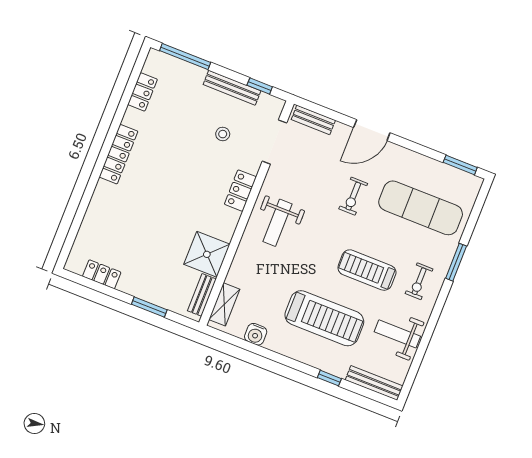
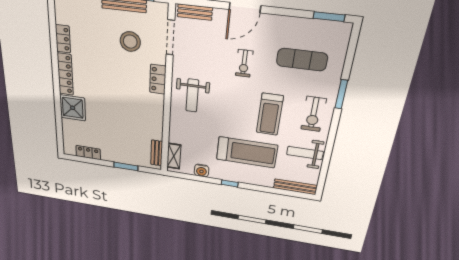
locker: (143, 92) -> (63, 39), moved
stool: (223, 134) -> (130, 42), width x1.89, depth x1.89
exercise mat: (421, 208) -> (302, 60), width x0.73, depth x0.69
shower: (207, 254) -> (73, 108), moved
treadmill: (367, 270) -> (270, 114), turned -90
exercise bike: (419, 281) -> (313, 114), width x1.38, depth x1.39
window: (329, 378) -> (230, 183), moved

